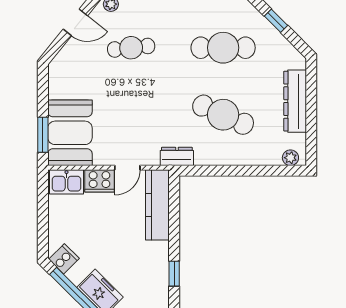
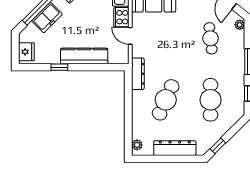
window: (276, 21) -> (218, 146), moved
dresser: (177, 156) -> (138, 74), width x1.44
kitchen counter: (157, 205) -> (84, 56), moved

